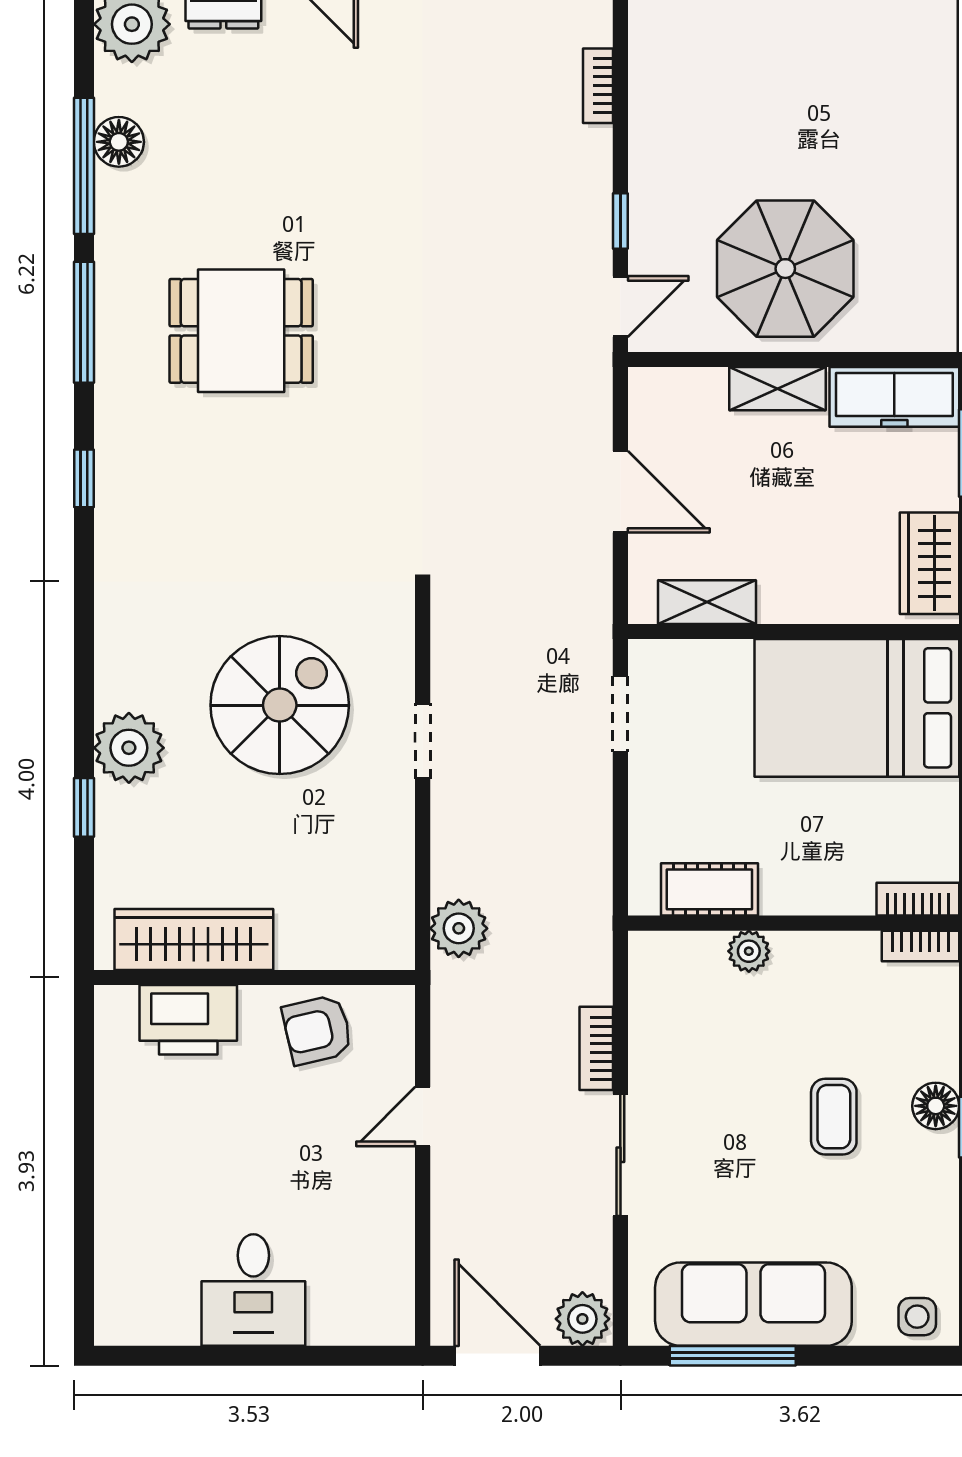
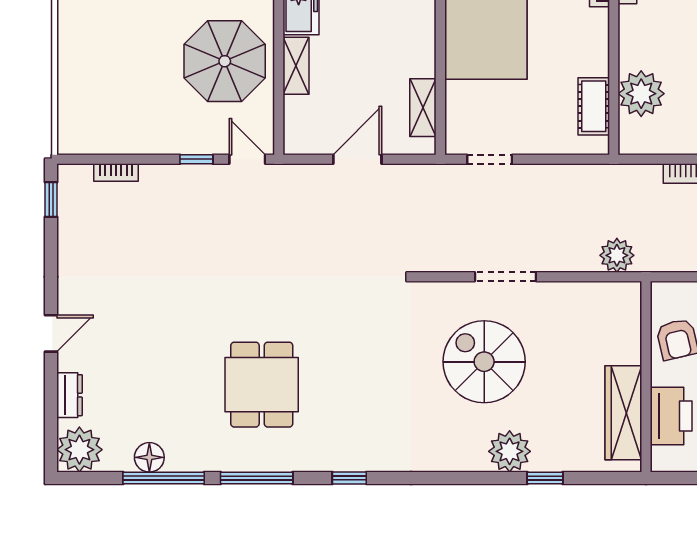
doorway: (423, 741) -> (506, 277), width x1.38
plant: (749, 951) -> (641, 94), width x1.88, depth x1.88

